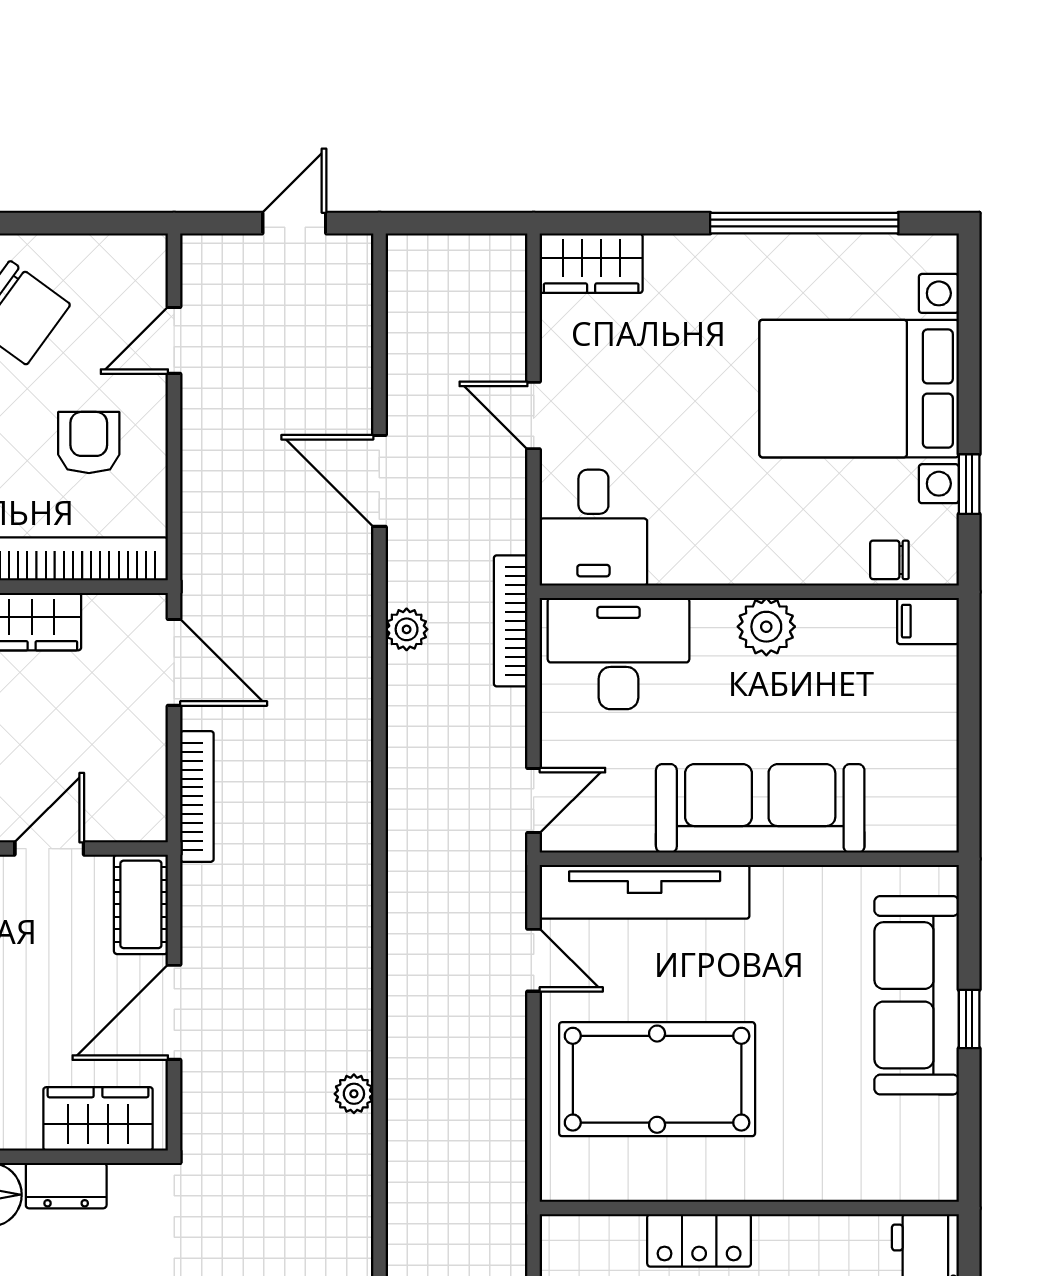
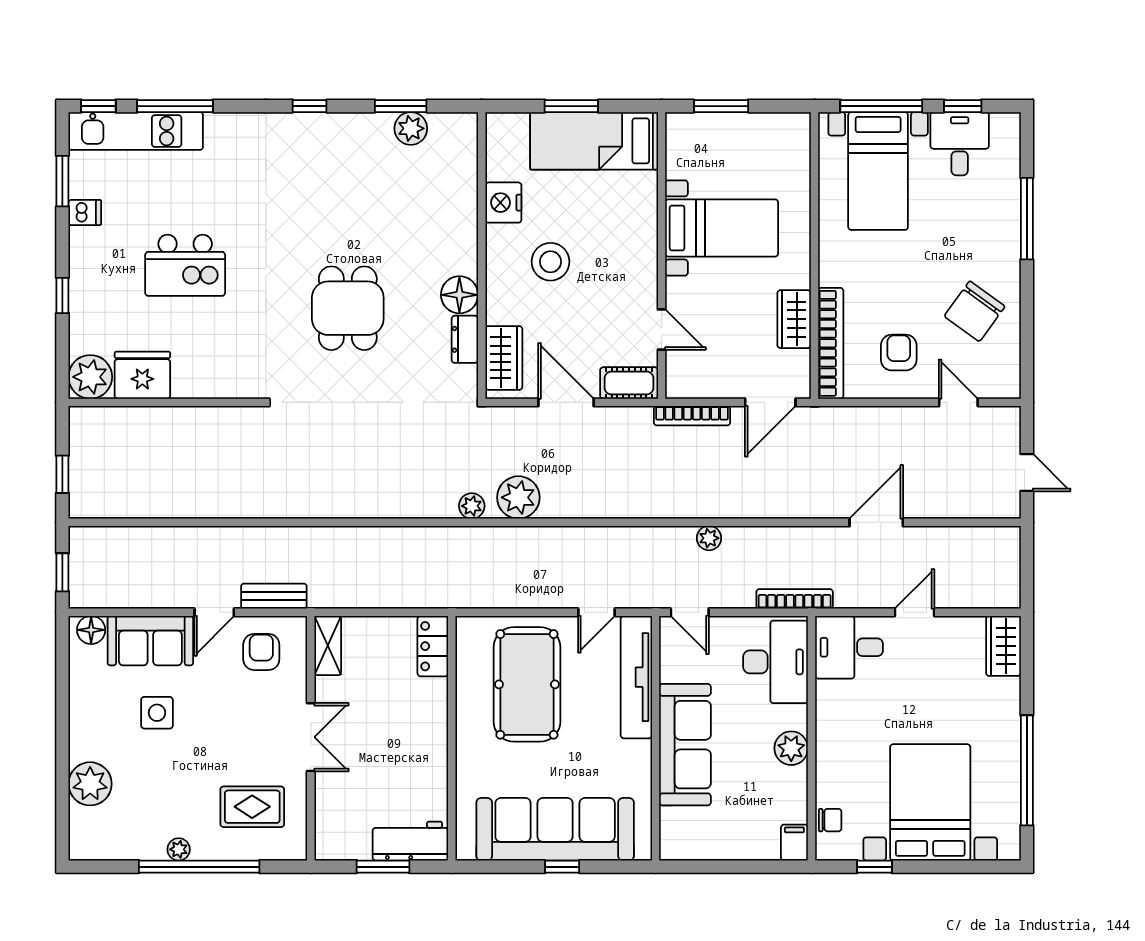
armchair: (89, 442) -> (899, 353), turned -90
chair: (889, 560) -> (830, 820), turned 90
plant: (407, 629) -> (709, 538), moved
sofa: (917, 995) -> (555, 829), width x1.36, depth x1.27
plant: (354, 1094) -> (518, 497), width x1.88, depth x1.88
plant: (351, 1174) -> (472, 506), added
locker: (699, 1240) -> (433, 646), moved

